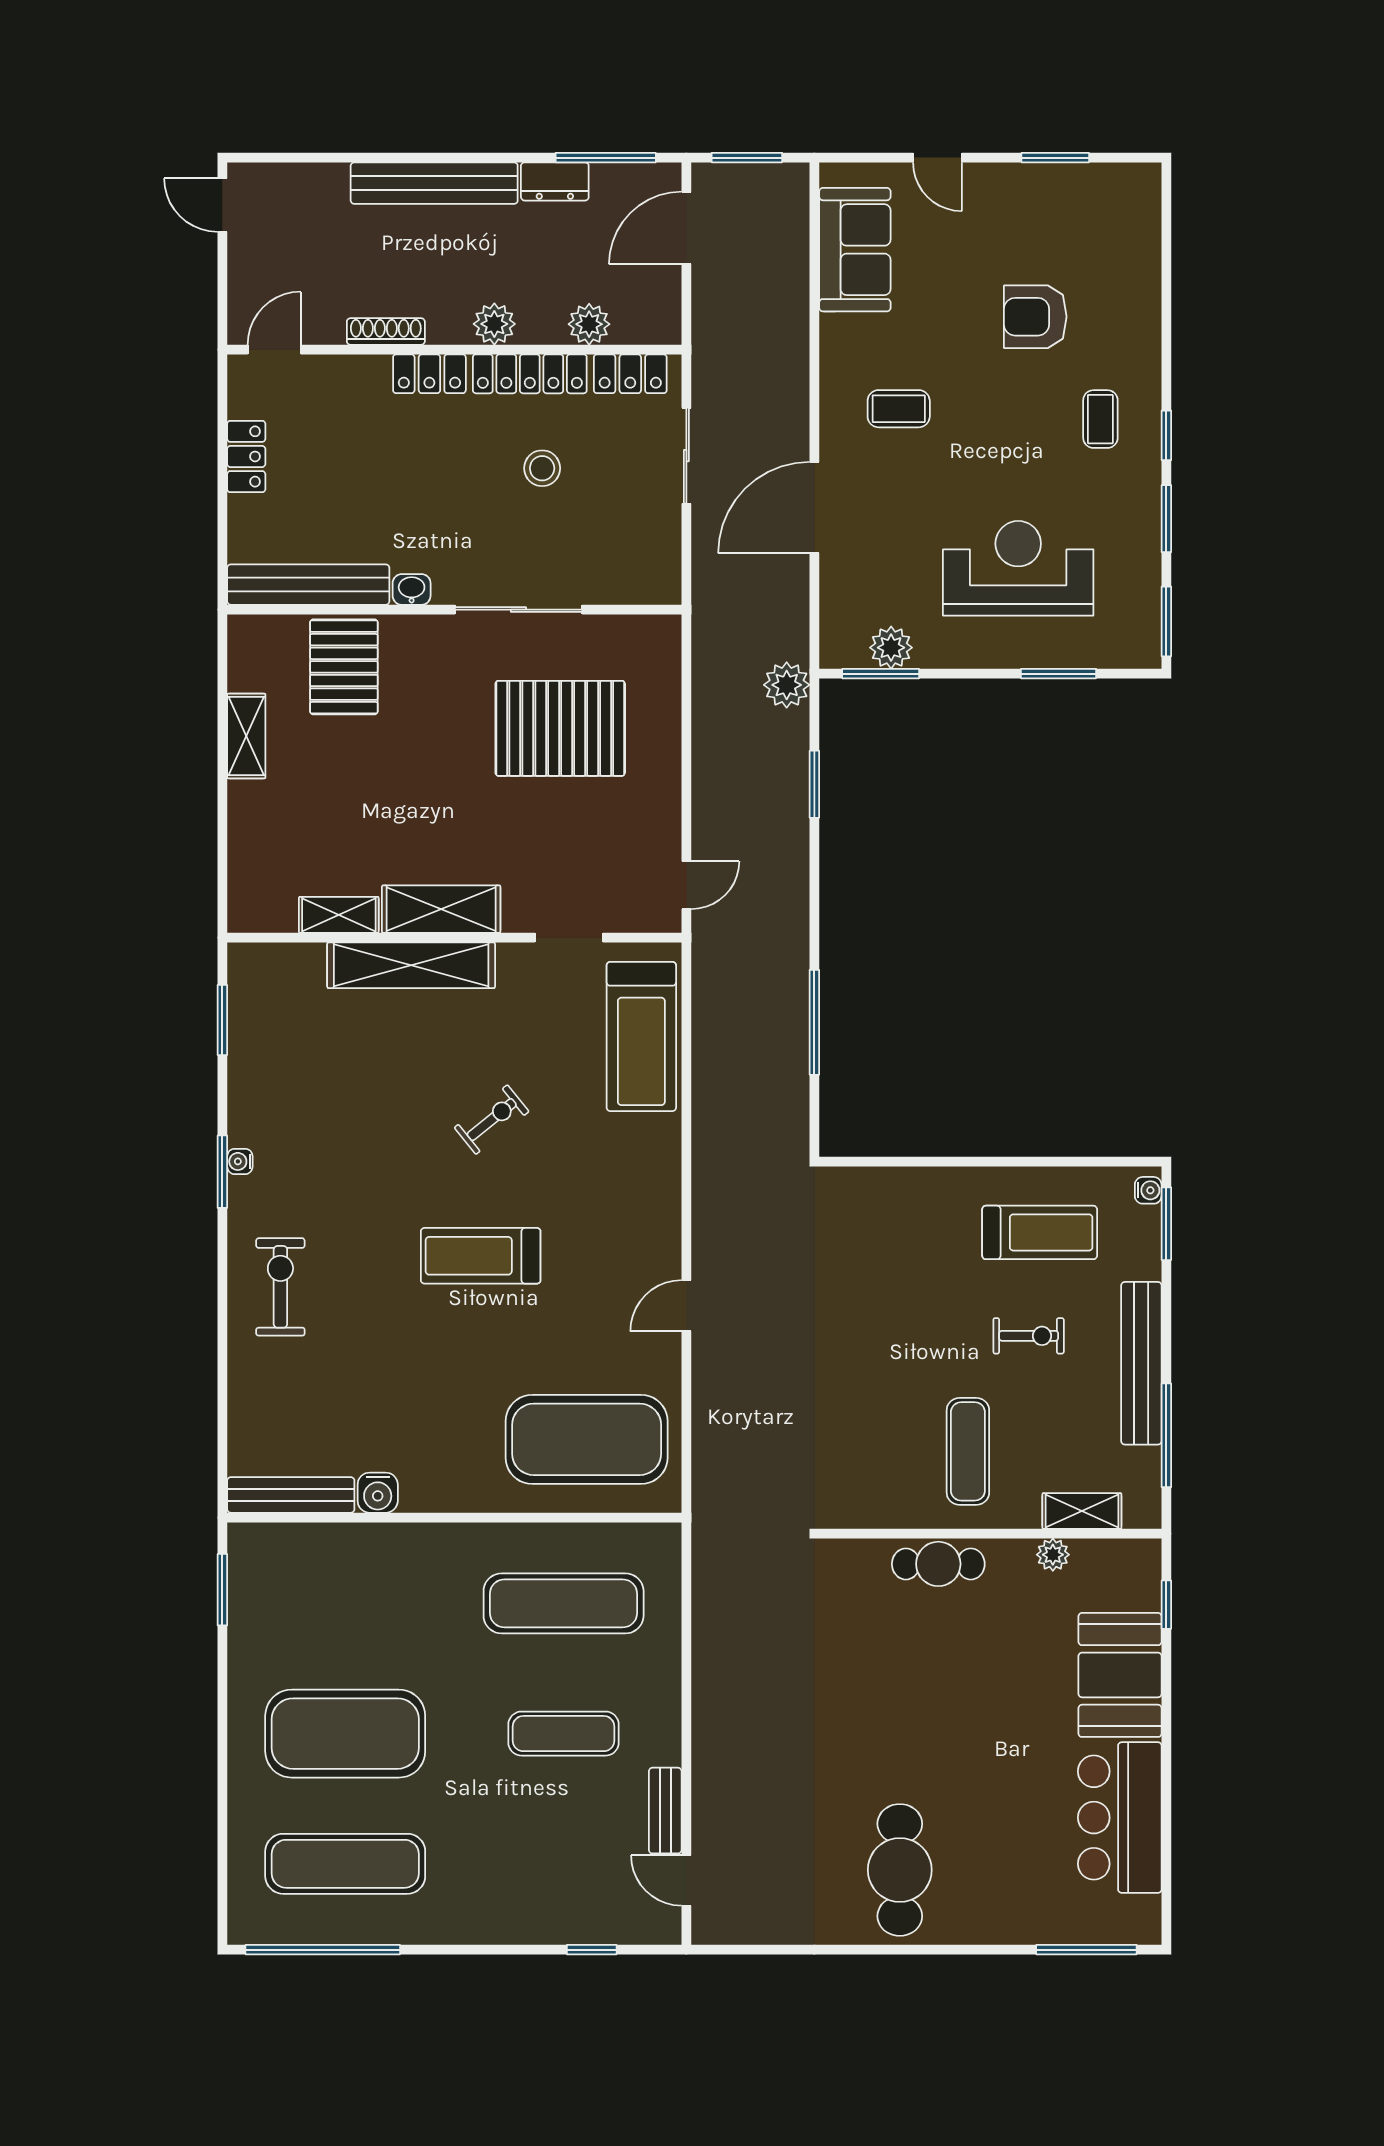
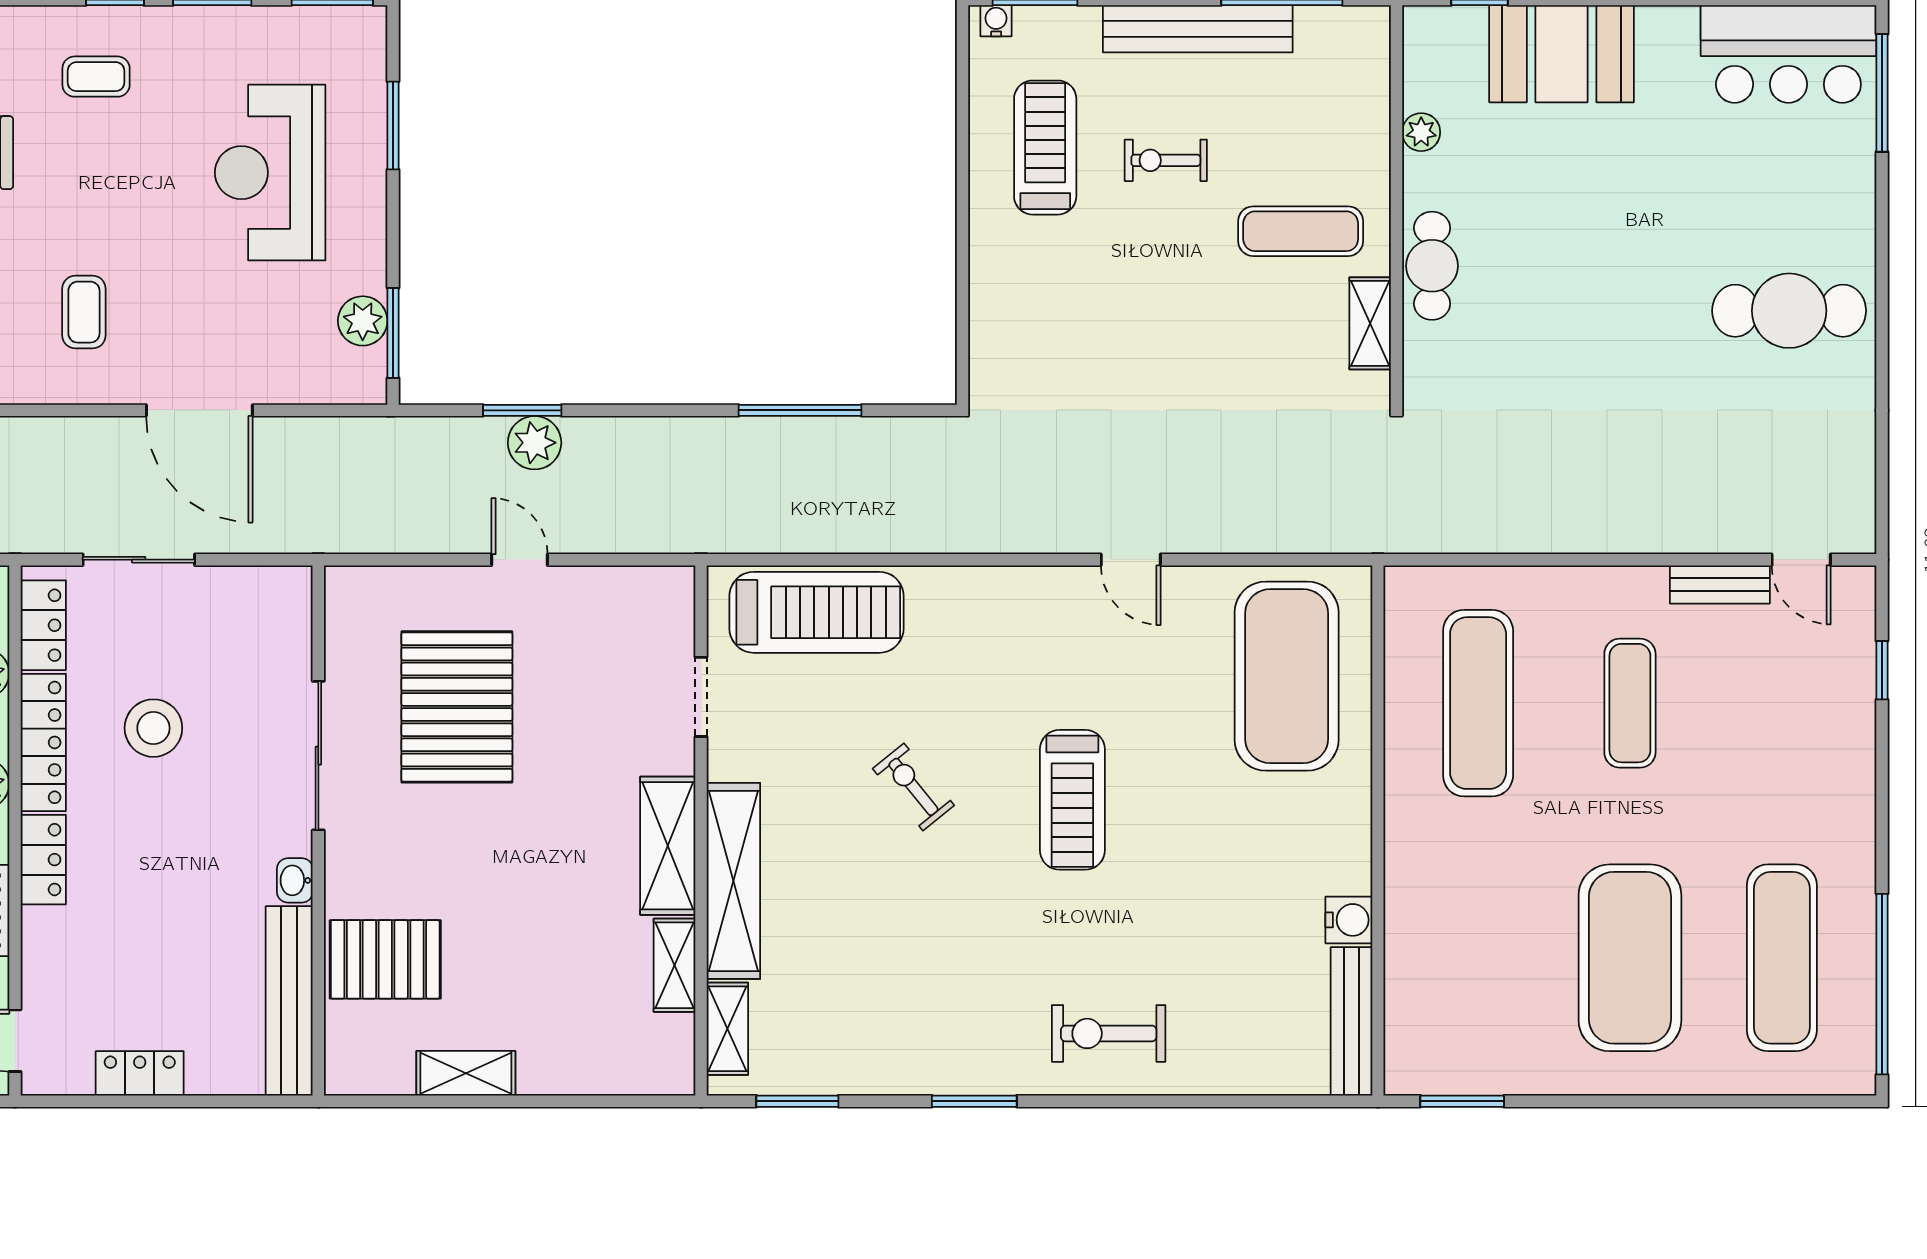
stool: (542, 468) -> (153, 728), width x1.38, depth x1.38
plant: (787, 685) -> (535, 443), moved
door: (686, 885) -> (520, 560), moved
shelving: (284, 960) -> (727, 1029), added
water cooler: (240, 1161) -> (962, 1081), removed
exercise bike: (1029, 1336) -> (1166, 160), turned -90
shelving: (1082, 1511) -> (1370, 323), moved
bar counter: (1120, 1818) -> (1788, 54), moved
door: (686, 1880) -> (1801, 560), hinge flipped

